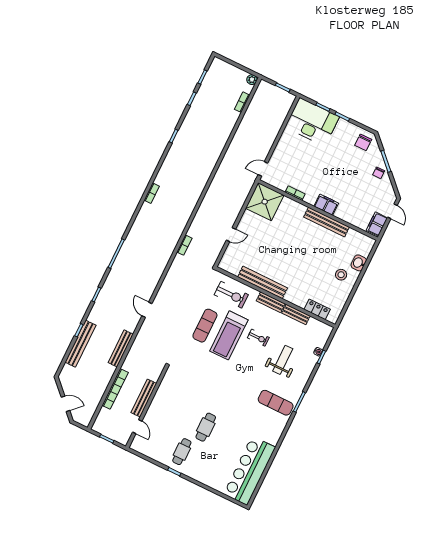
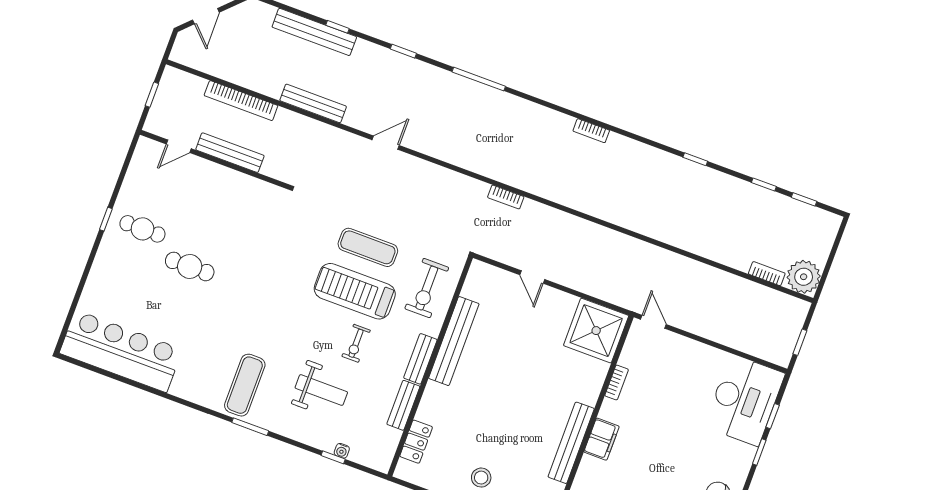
plant: (252, 80) -> (804, 277), width x1.88, depth x1.88

